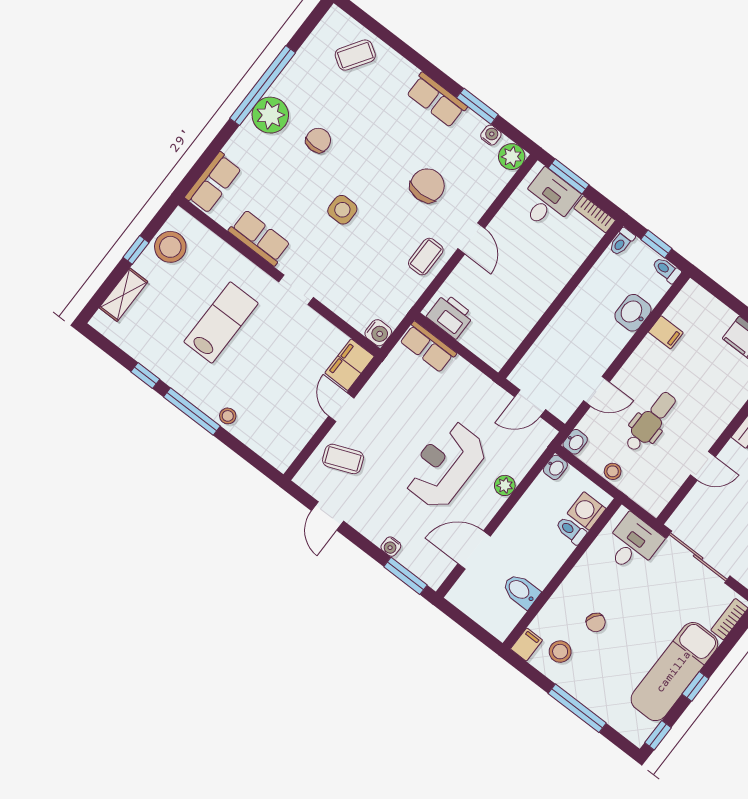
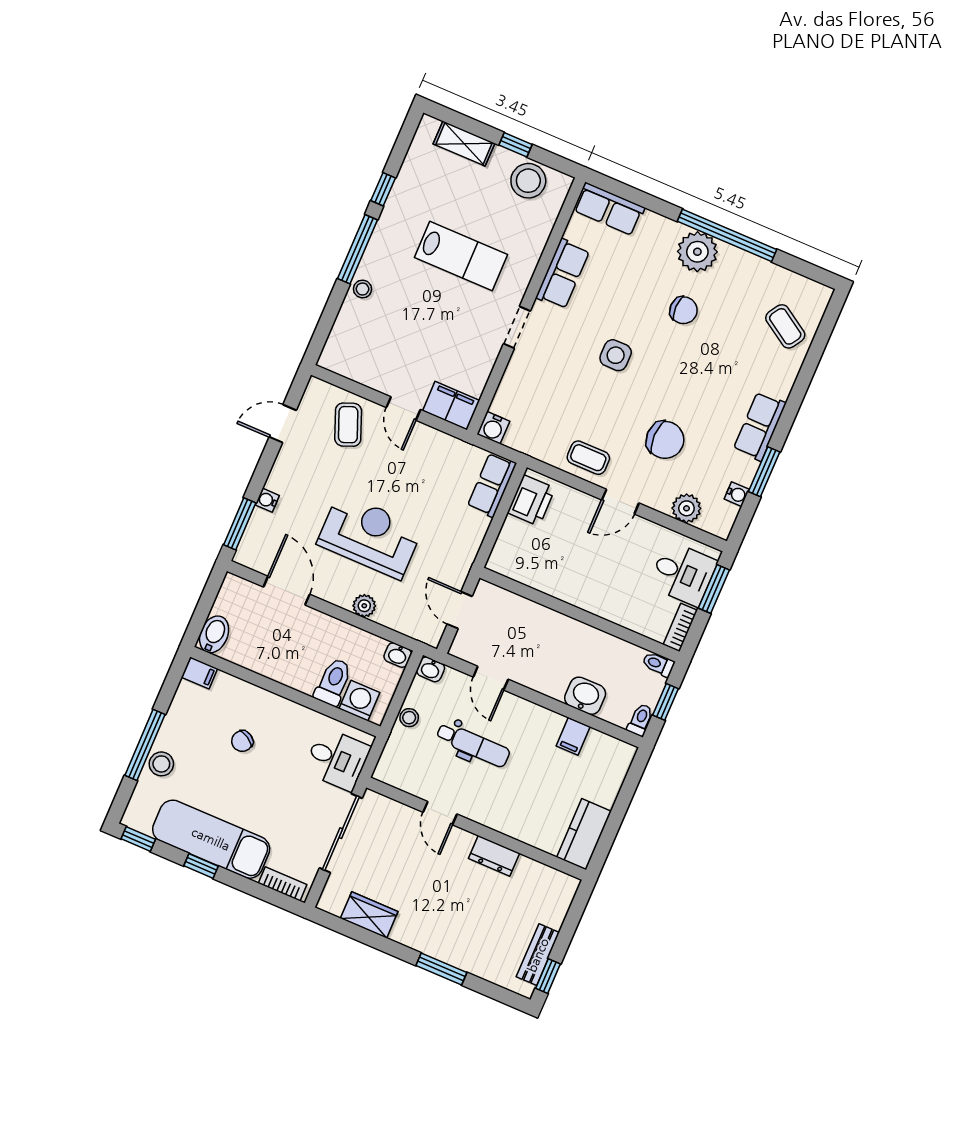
plant: (512, 157) -> (686, 508), moved
door: (341, 407) -> (403, 409), swing flipped
toilet: (571, 530) -> (333, 682), width x1.37, depth x1.39
bidet: (521, 591) -> (214, 634), moved
stool: (560, 652) -> (161, 764), moved

